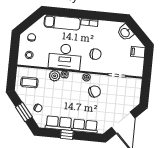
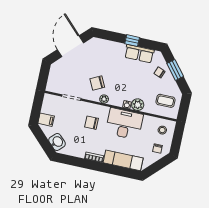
row of seats: (85, 126) -> (112, 47), removed

